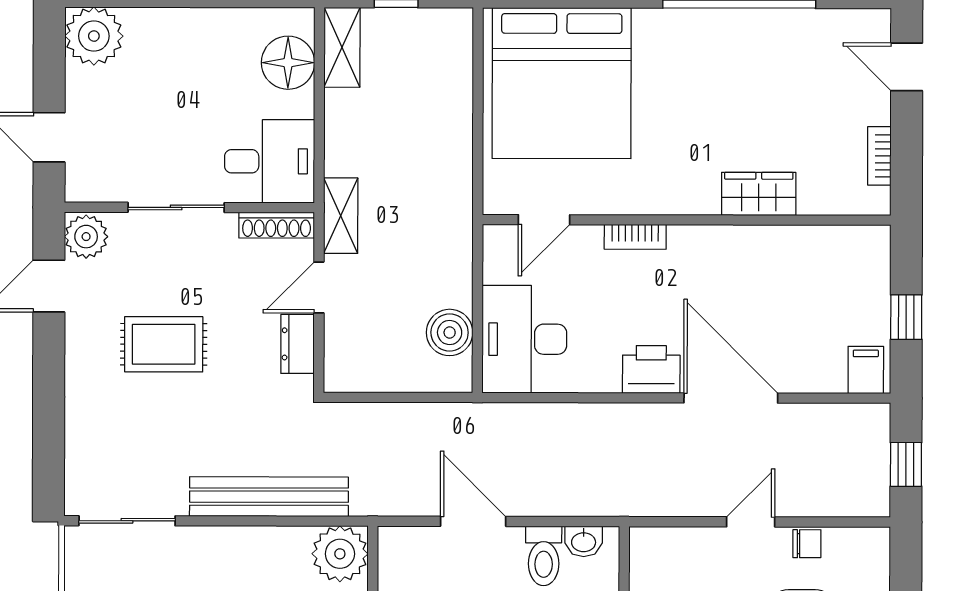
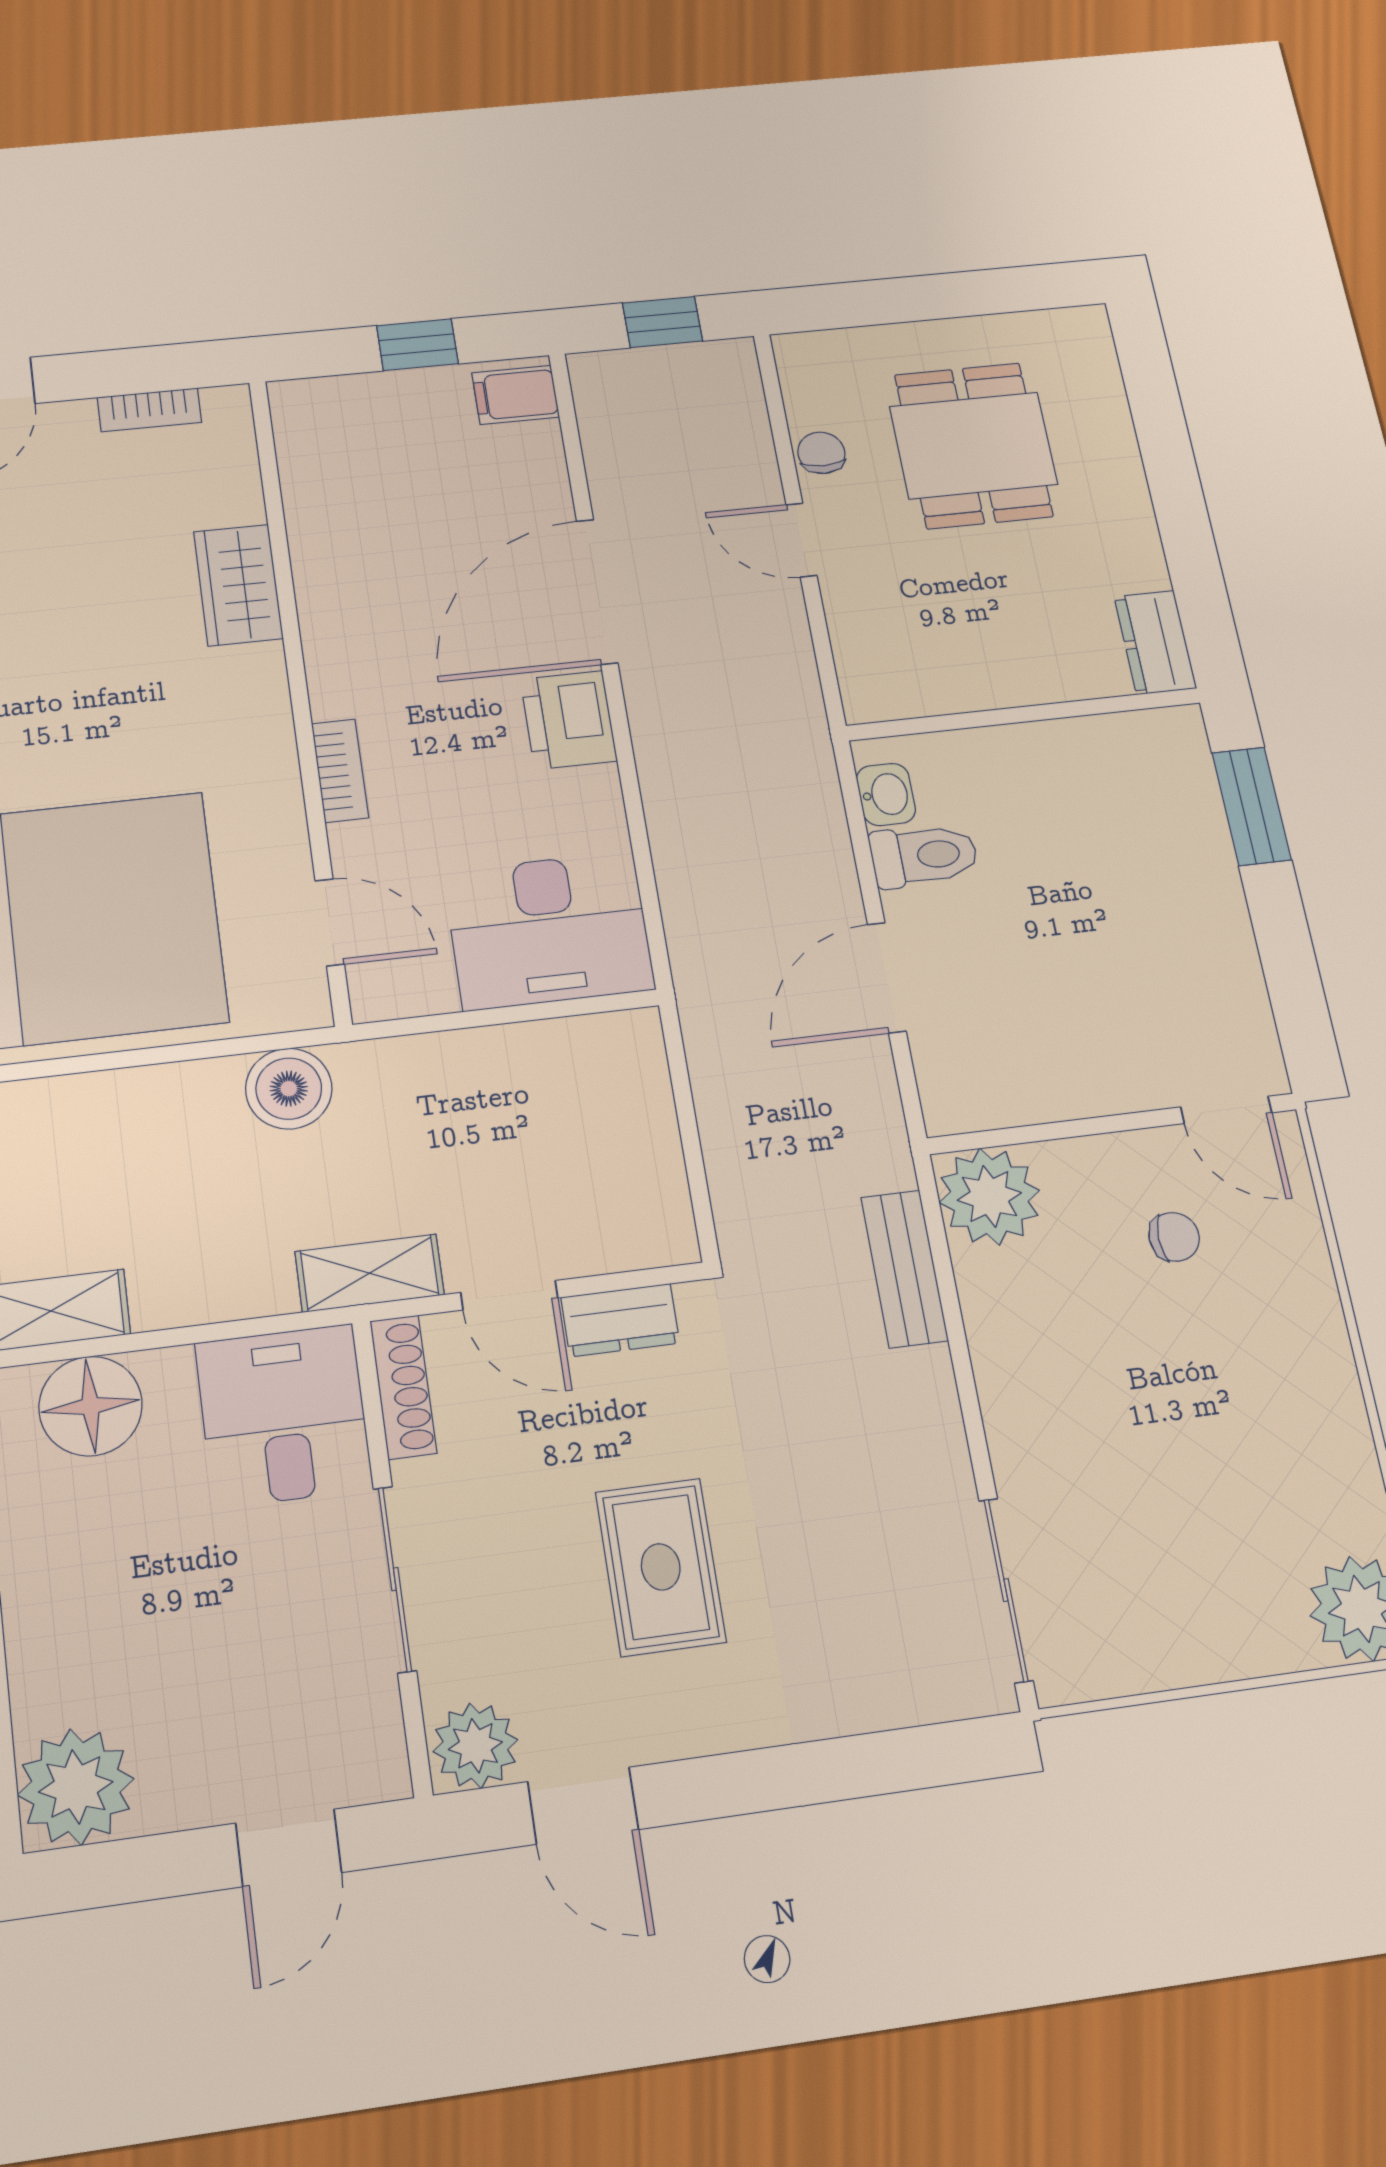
boiler: (450, 332) -> (289, 1089), moved
bench: (269, 497) -> (904, 1269), width x0.54, depth x0.82

